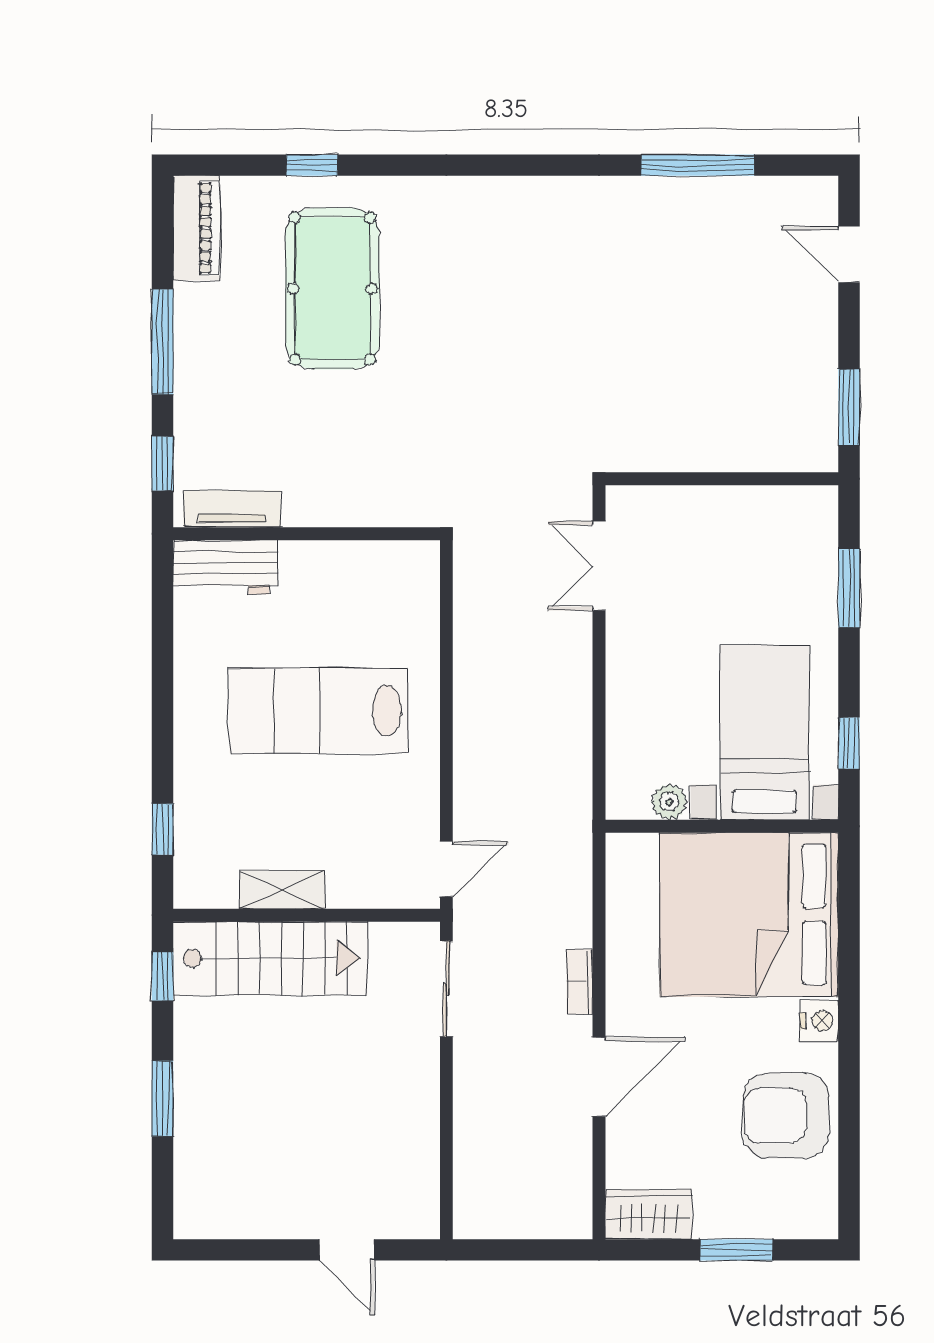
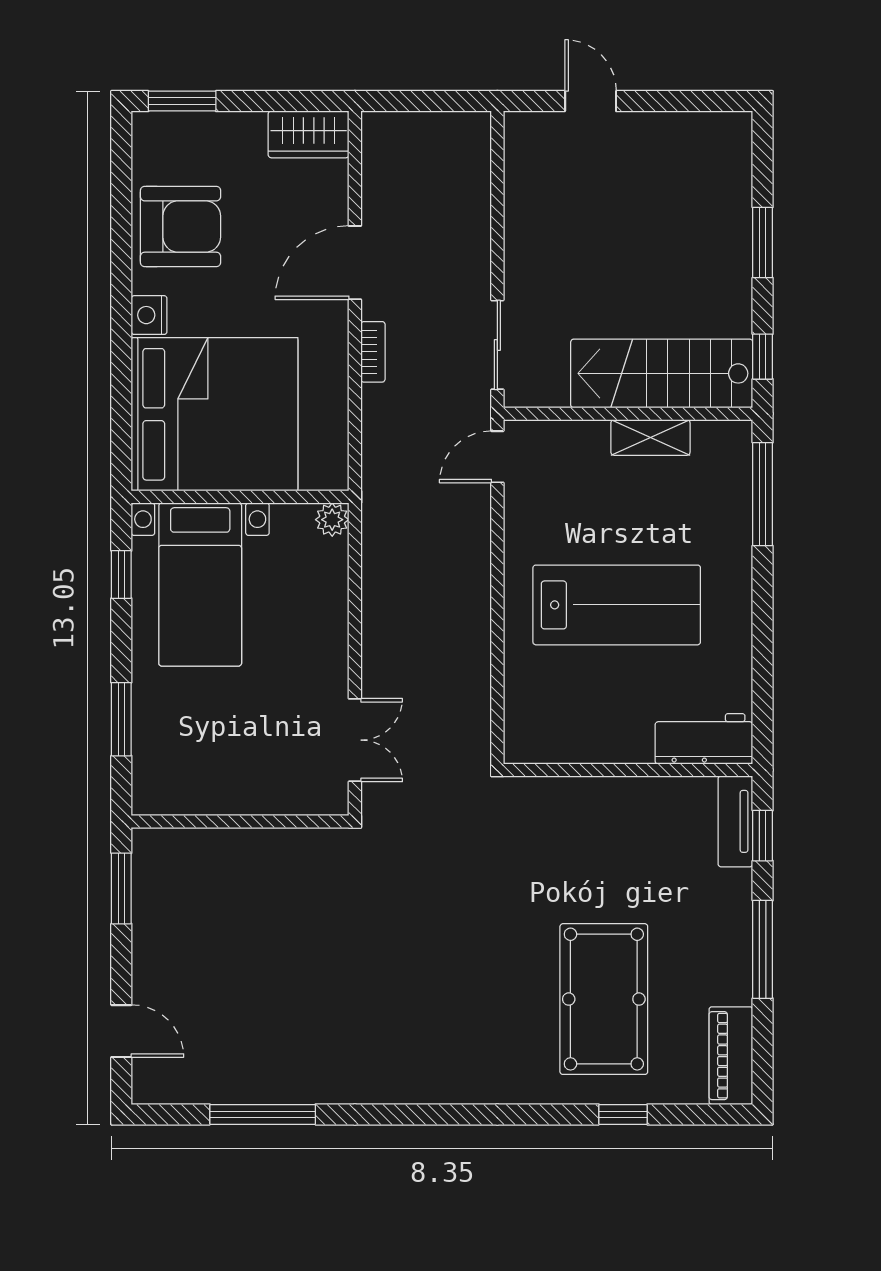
tv unit: (232, 509) -> (735, 821), moved, turned 90
plant: (669, 802) -> (332, 520), moved
window: (162, 829) -> (763, 494), width x2.17
window: (736, 1250) -> (182, 101), moved

